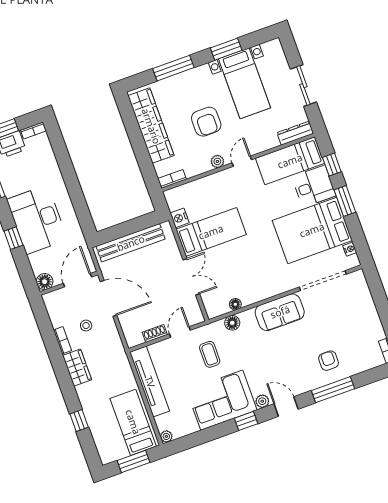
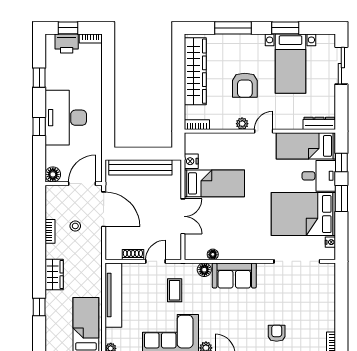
sliding door: (303, 86) -> (341, 66), moved
sofa: (280, 312) -> (234, 275), moved
wardrobe: (77, 368) -> (54, 274), moved

